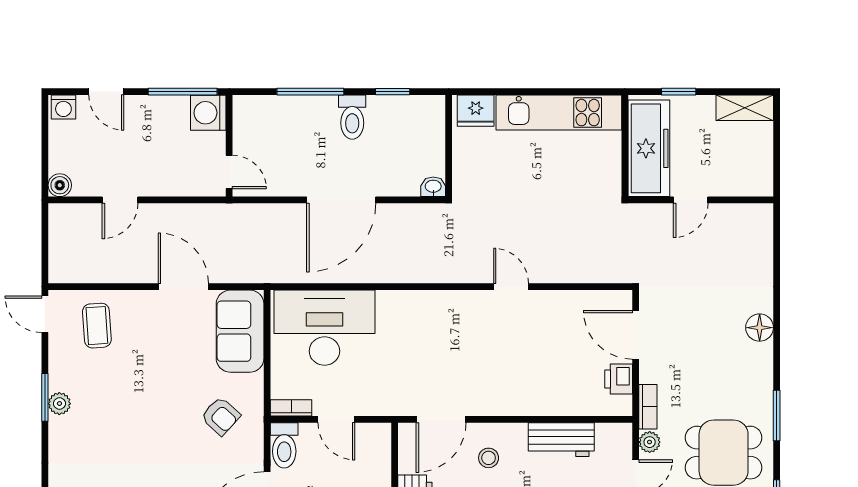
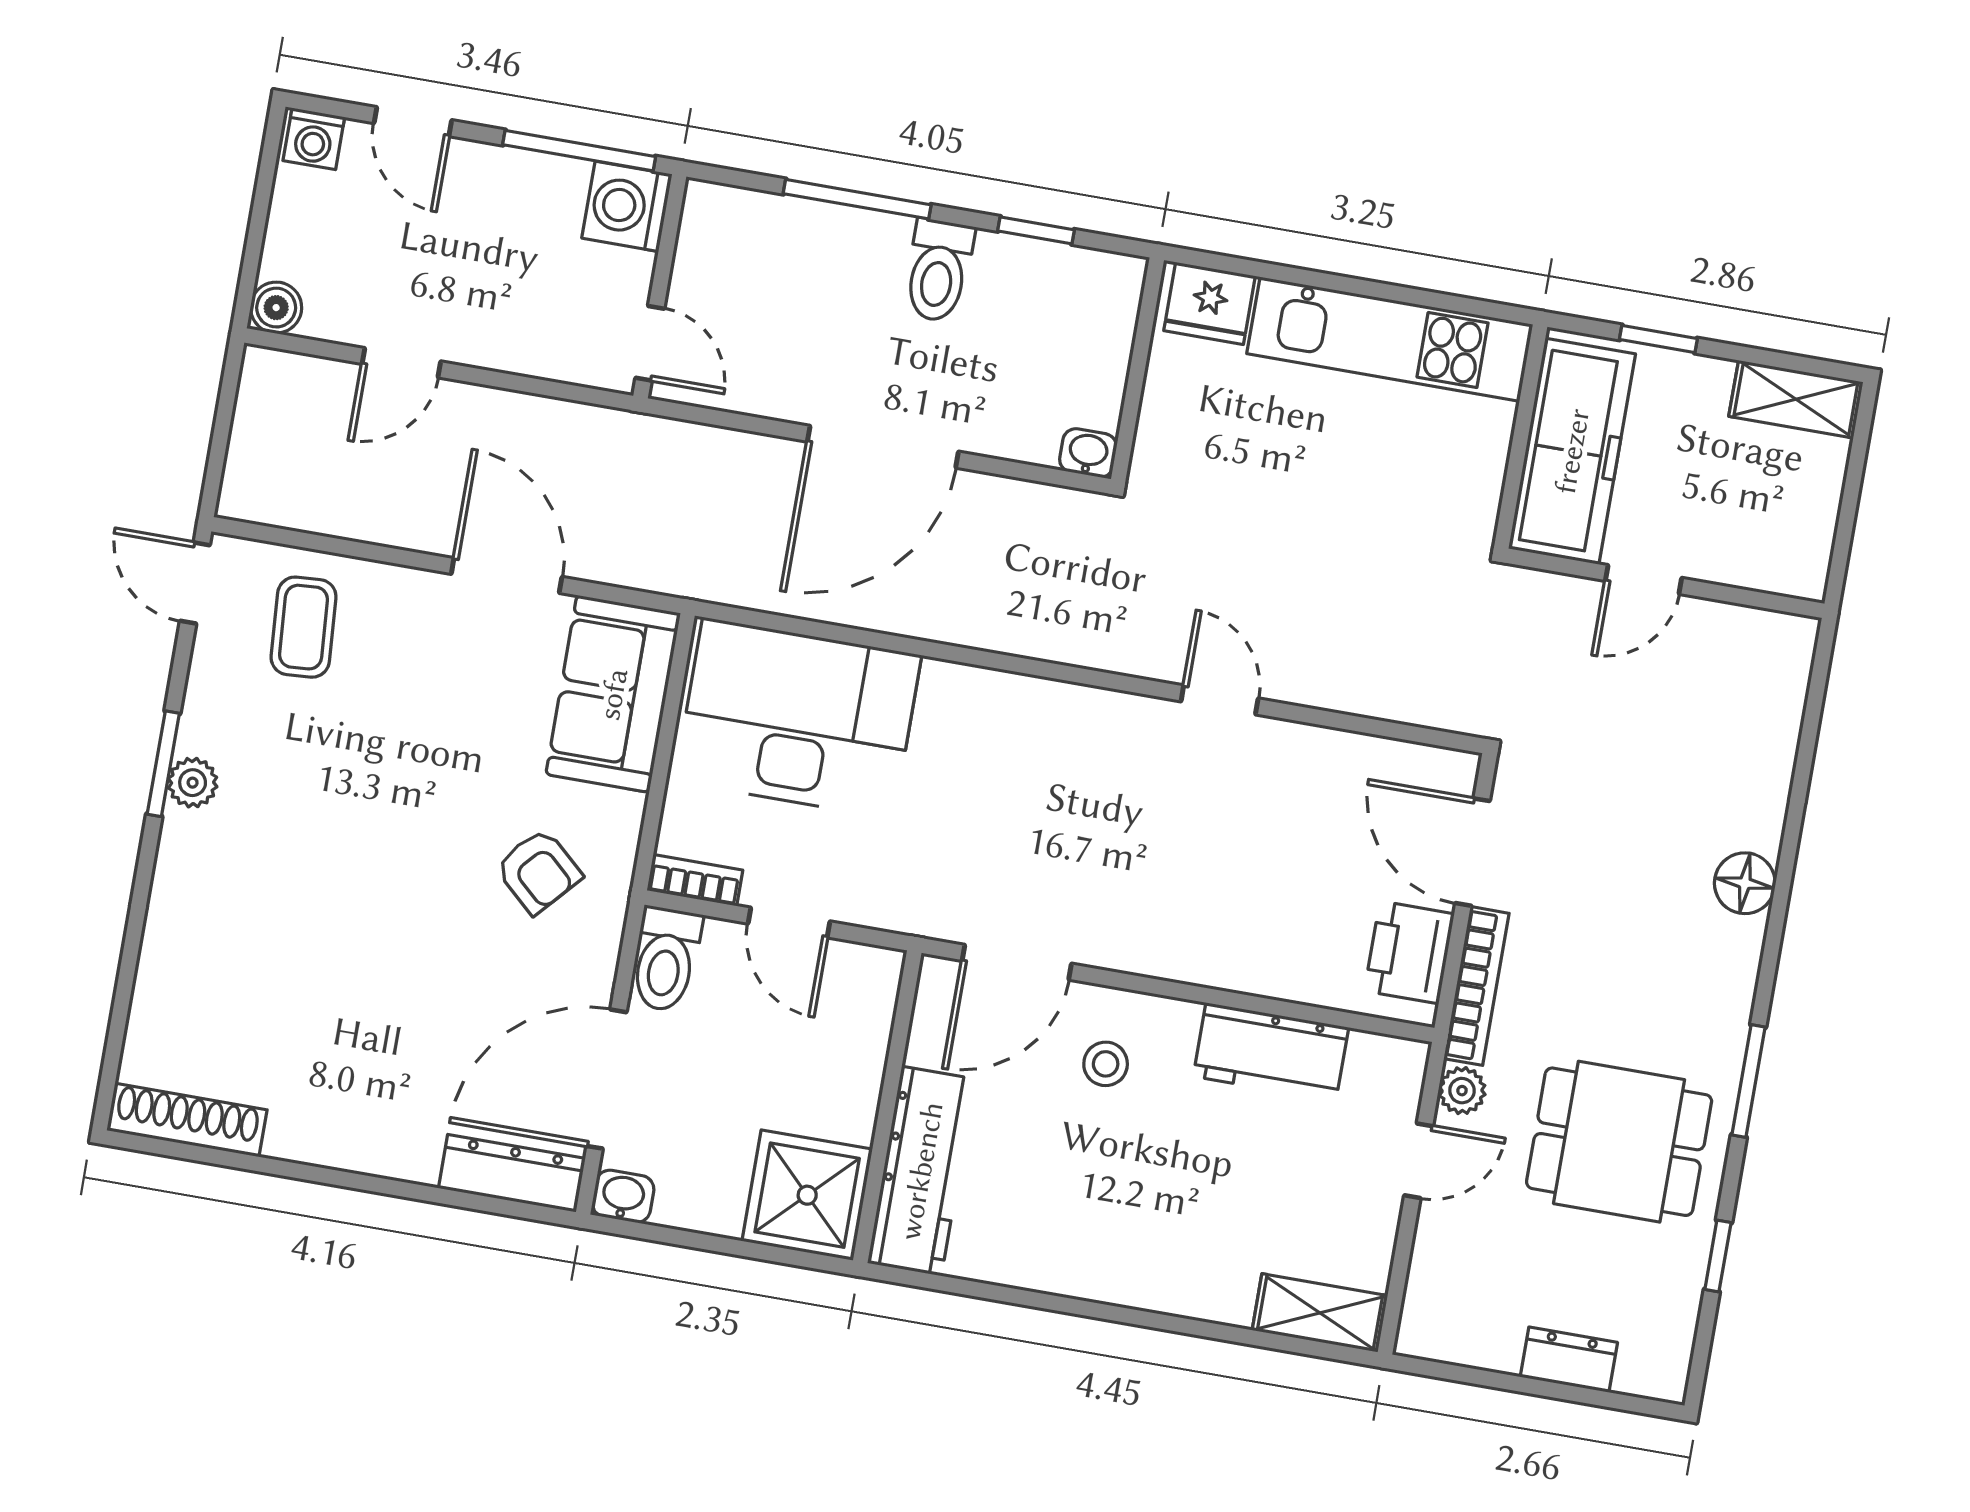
printer: (619, 379) -> (1409, 952), width x1.36, depth x1.24
bookcase: (648, 407) -> (1476, 986), width x1.56

